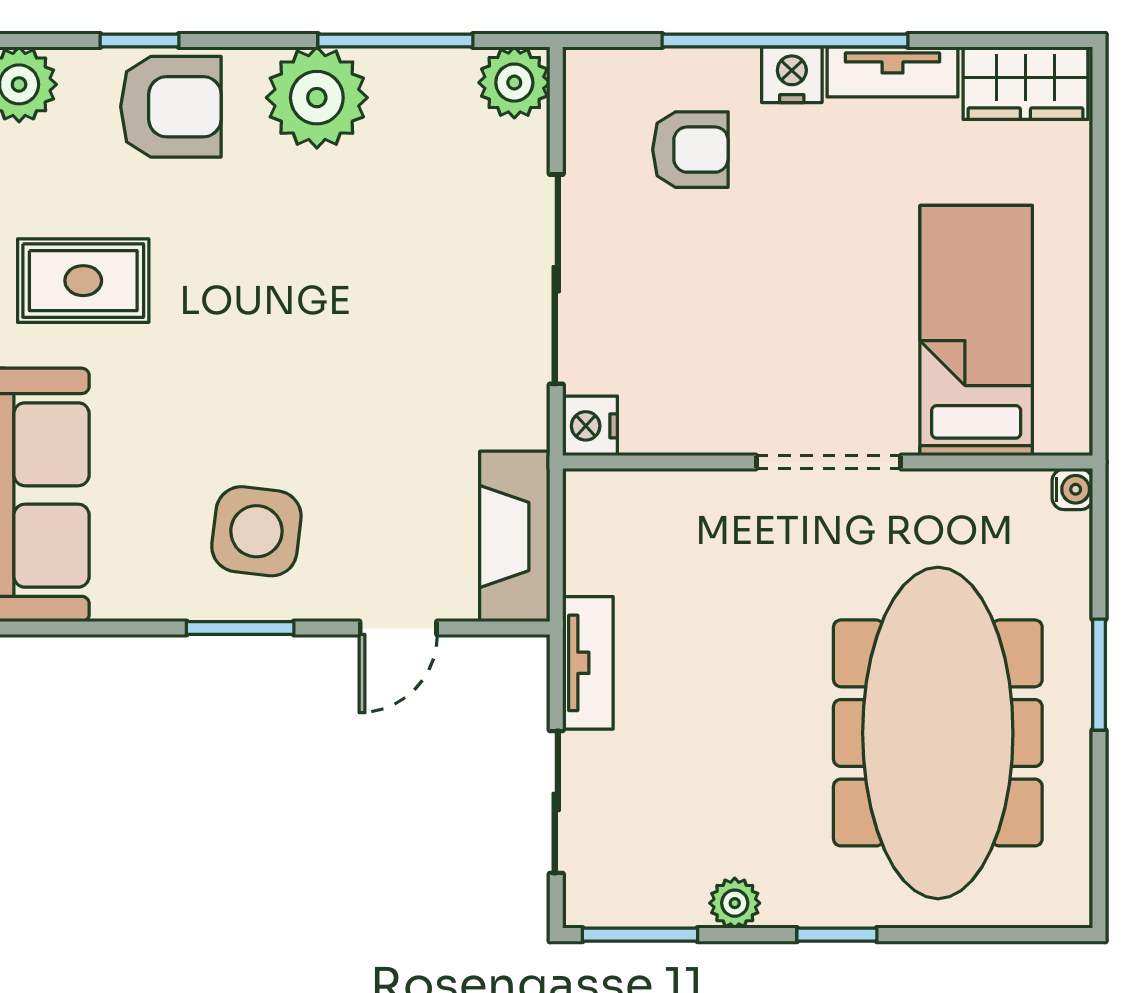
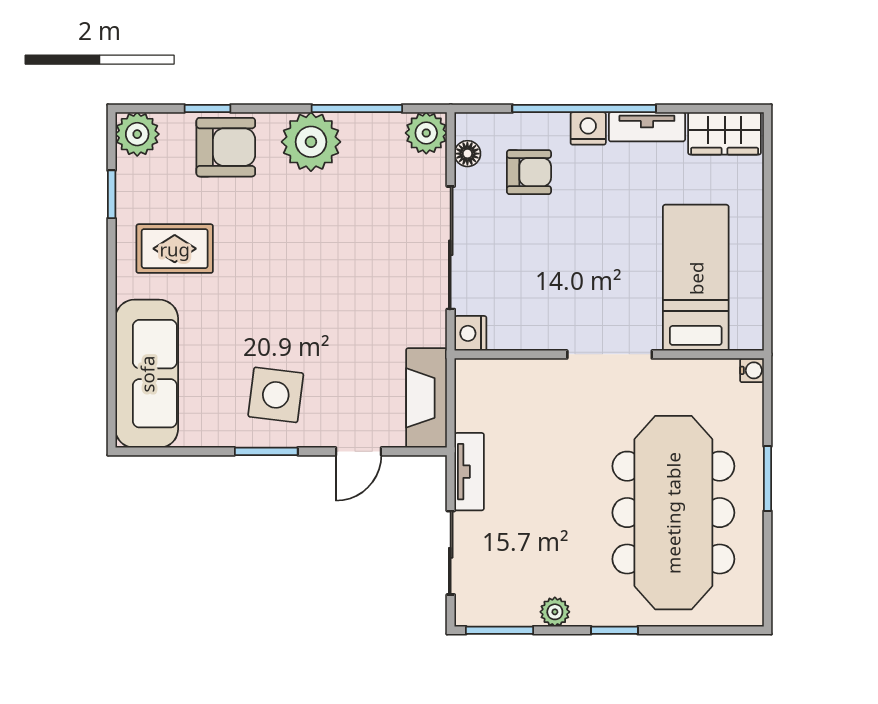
floor lamp: (585, 118) -> (467, 154), added

